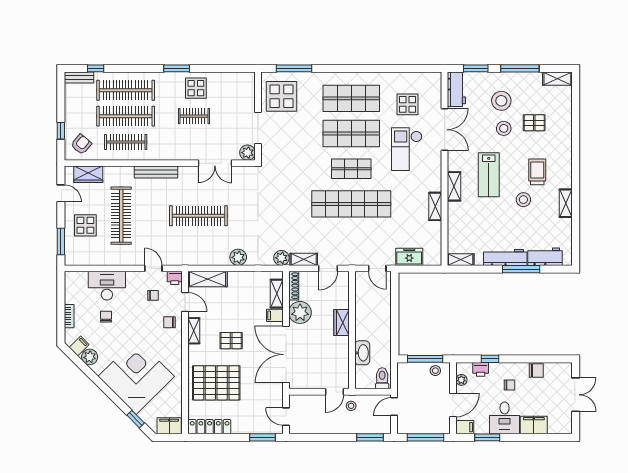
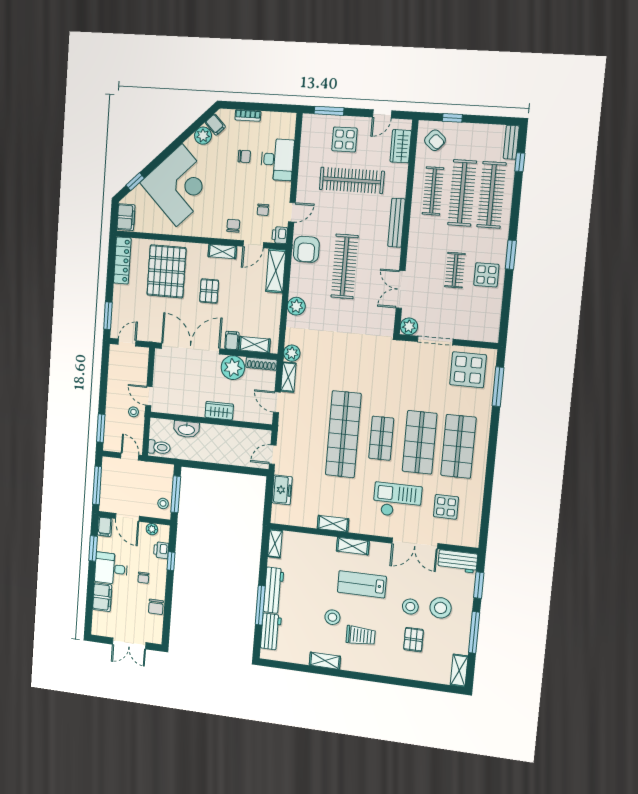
armchair: (186, 252) -> (306, 249), added

